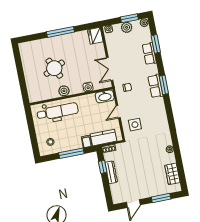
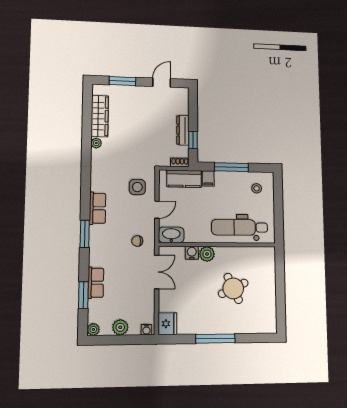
window: (129, 18) -> (114, 340), removed
row of seats: (155, 86) -> (98, 208), moved
plant: (64, 91) -> (207, 254), moved
wardrobe: (172, 174) -> (100, 116), width x1.50

